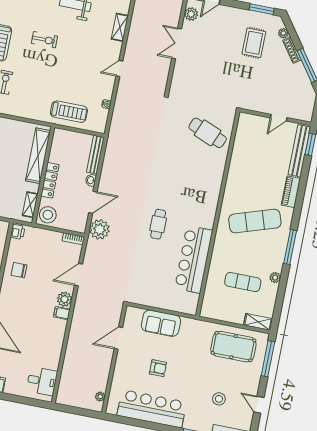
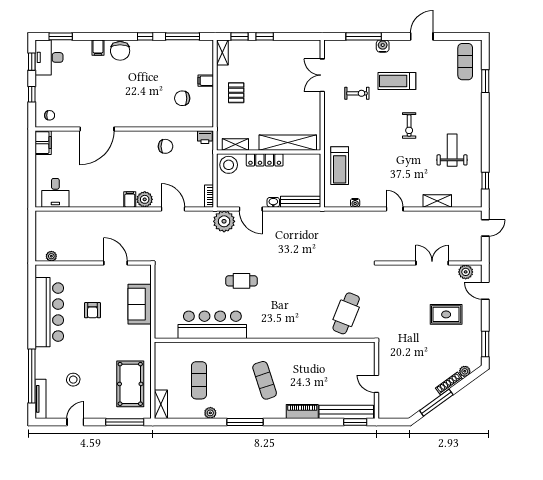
rug: (254, 43) -> (446, 314), moved
exercise mat: (255, 221) -> (265, 380), width x0.73, depth x0.69
chair: (19, 270) -> (165, 146), turned 90

